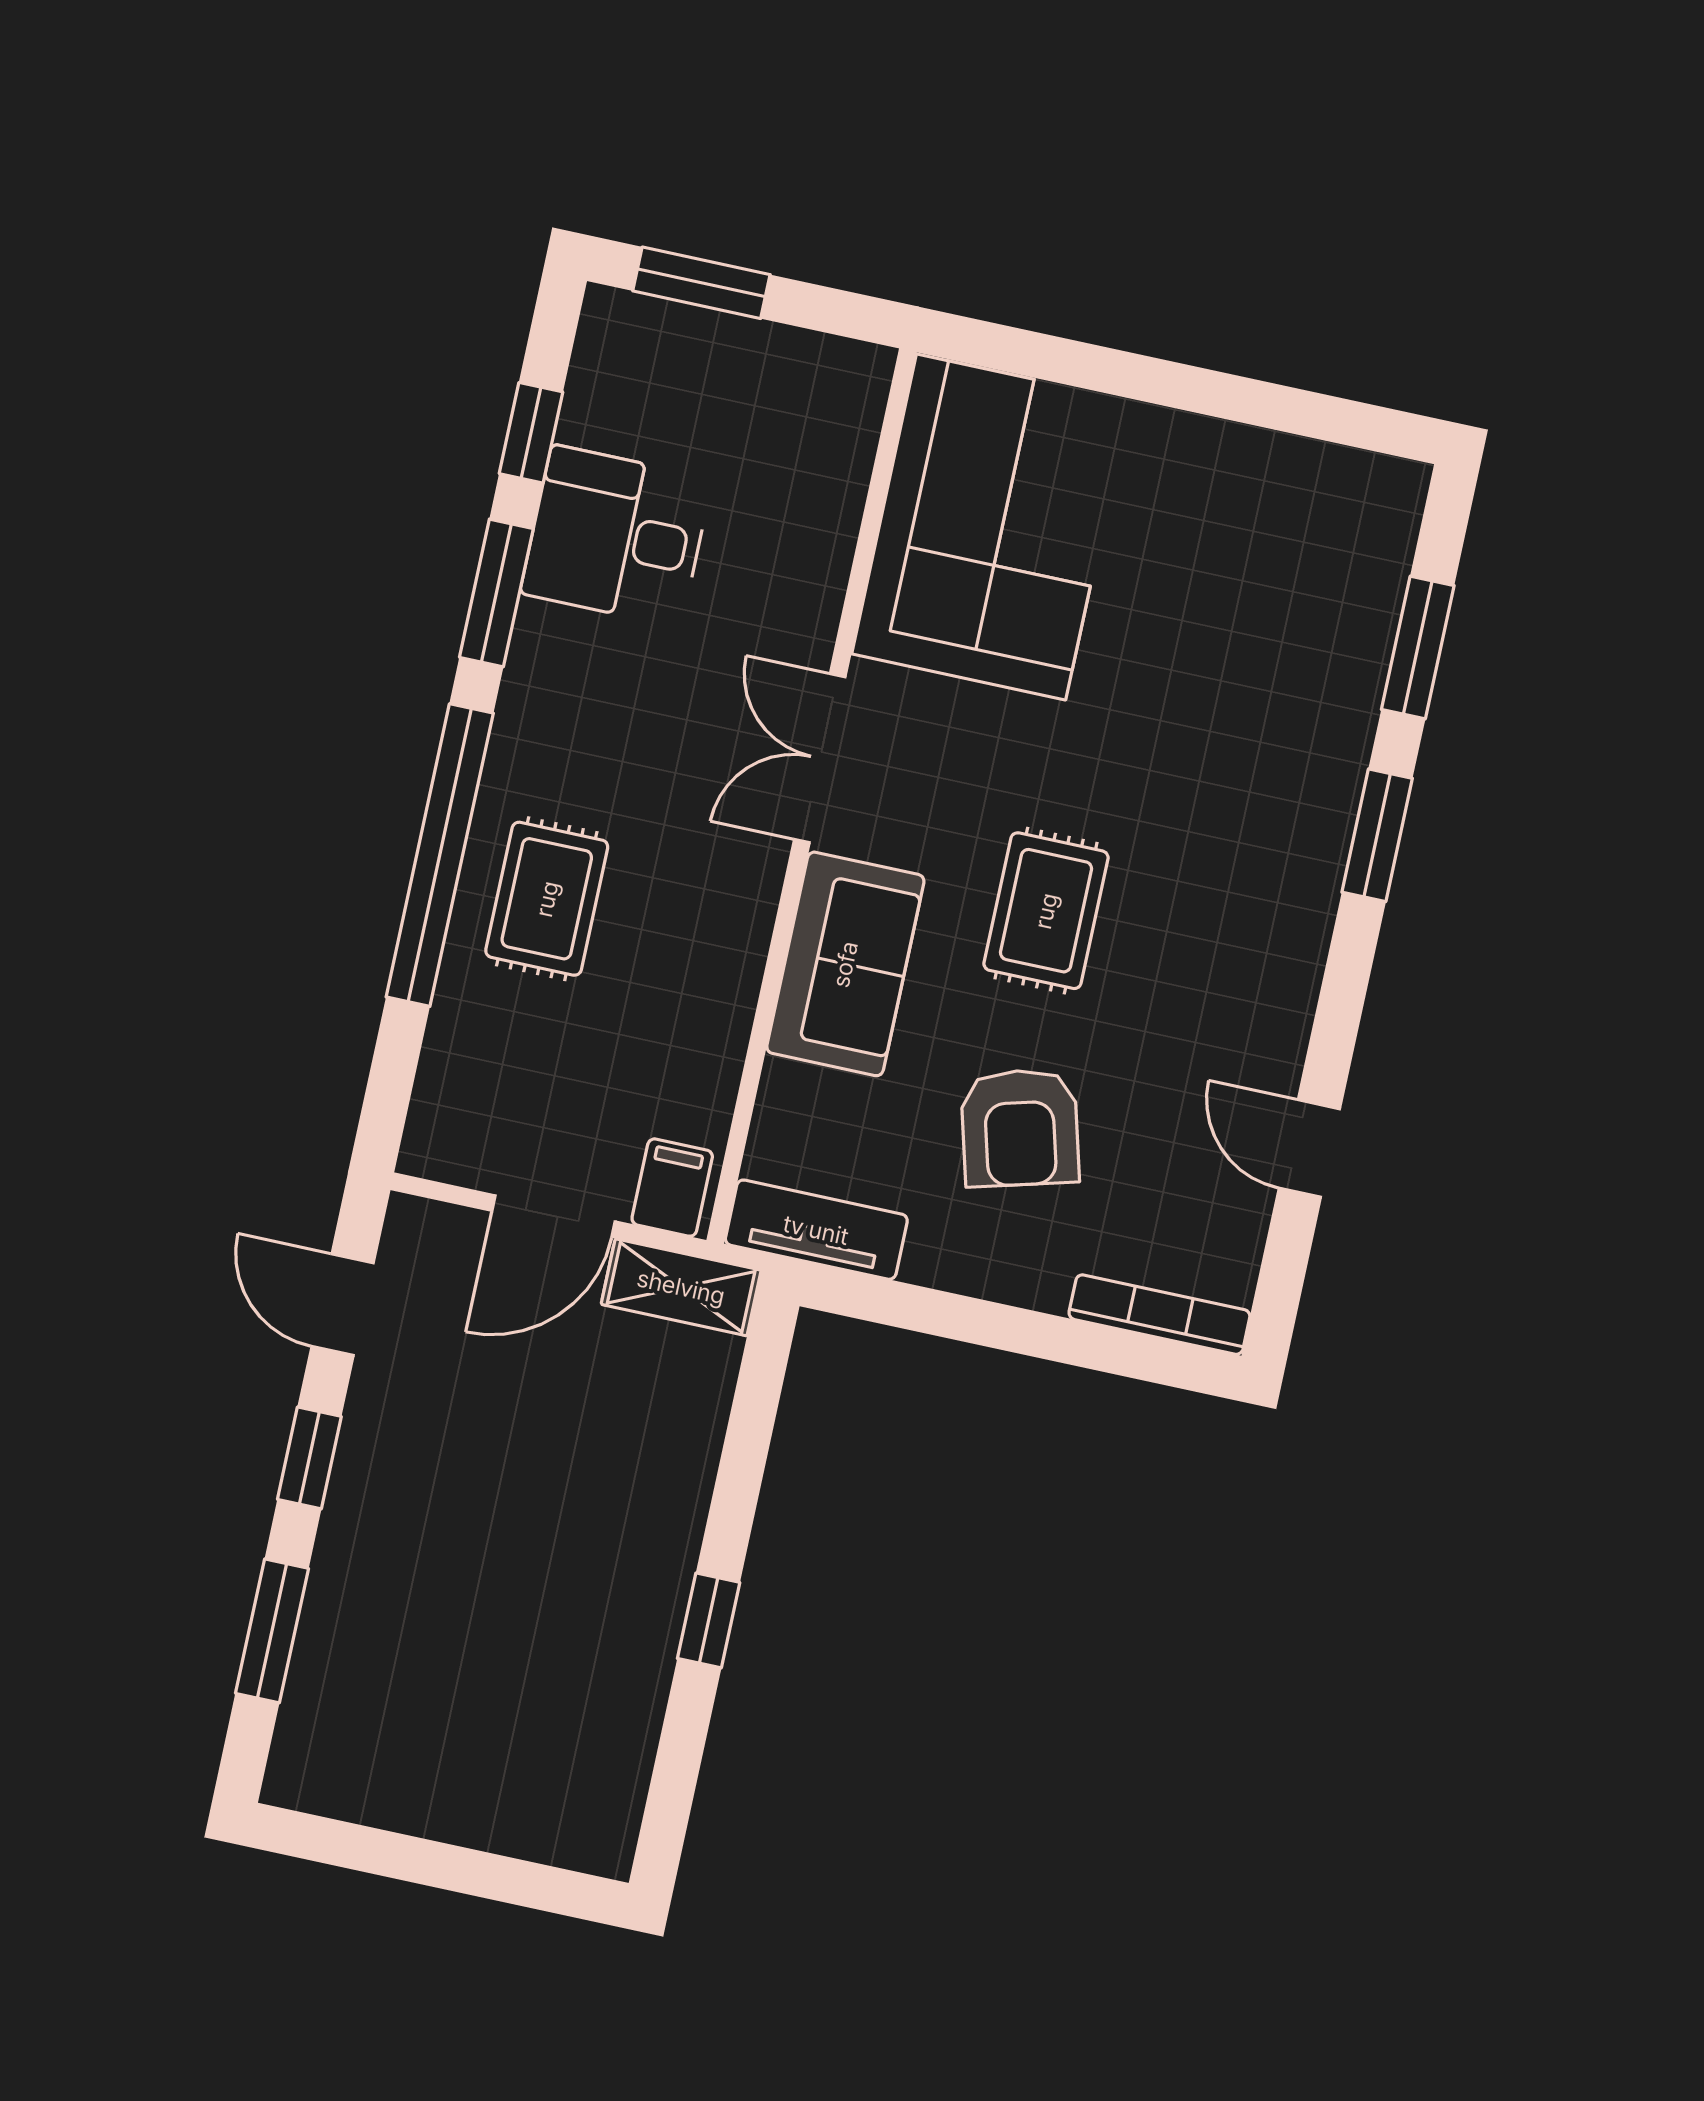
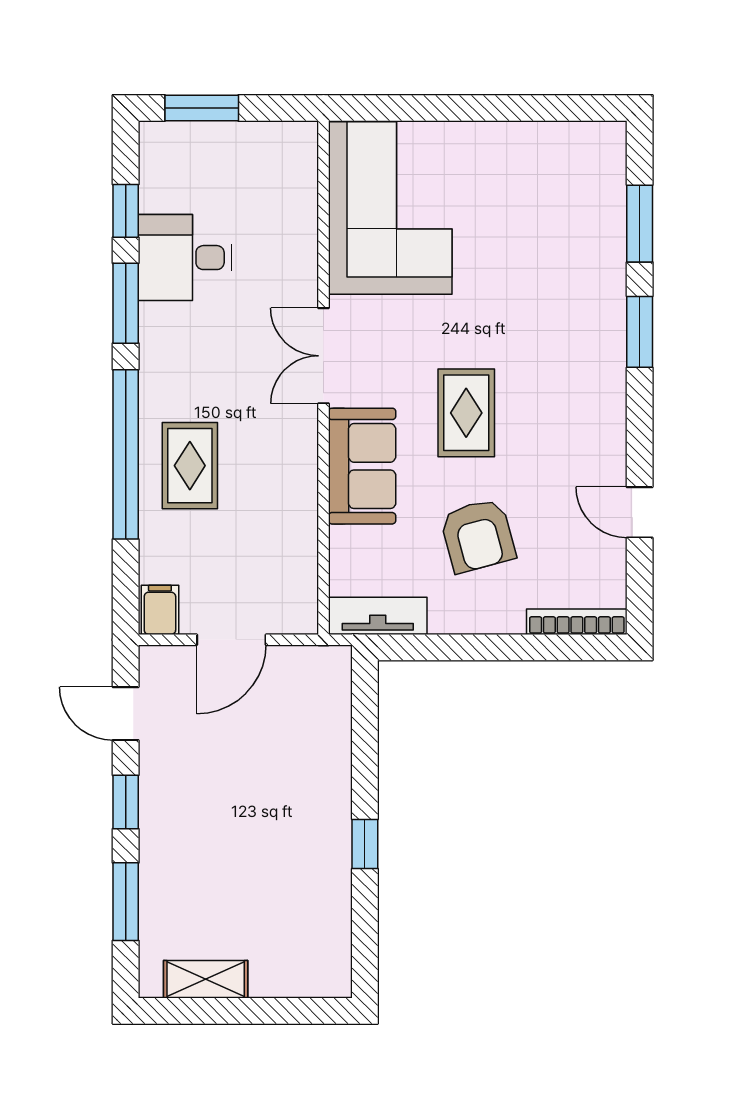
filing cabinet: (672, 1188) -> (160, 610), moved
shelving: (681, 1287) -> (206, 979), moved

